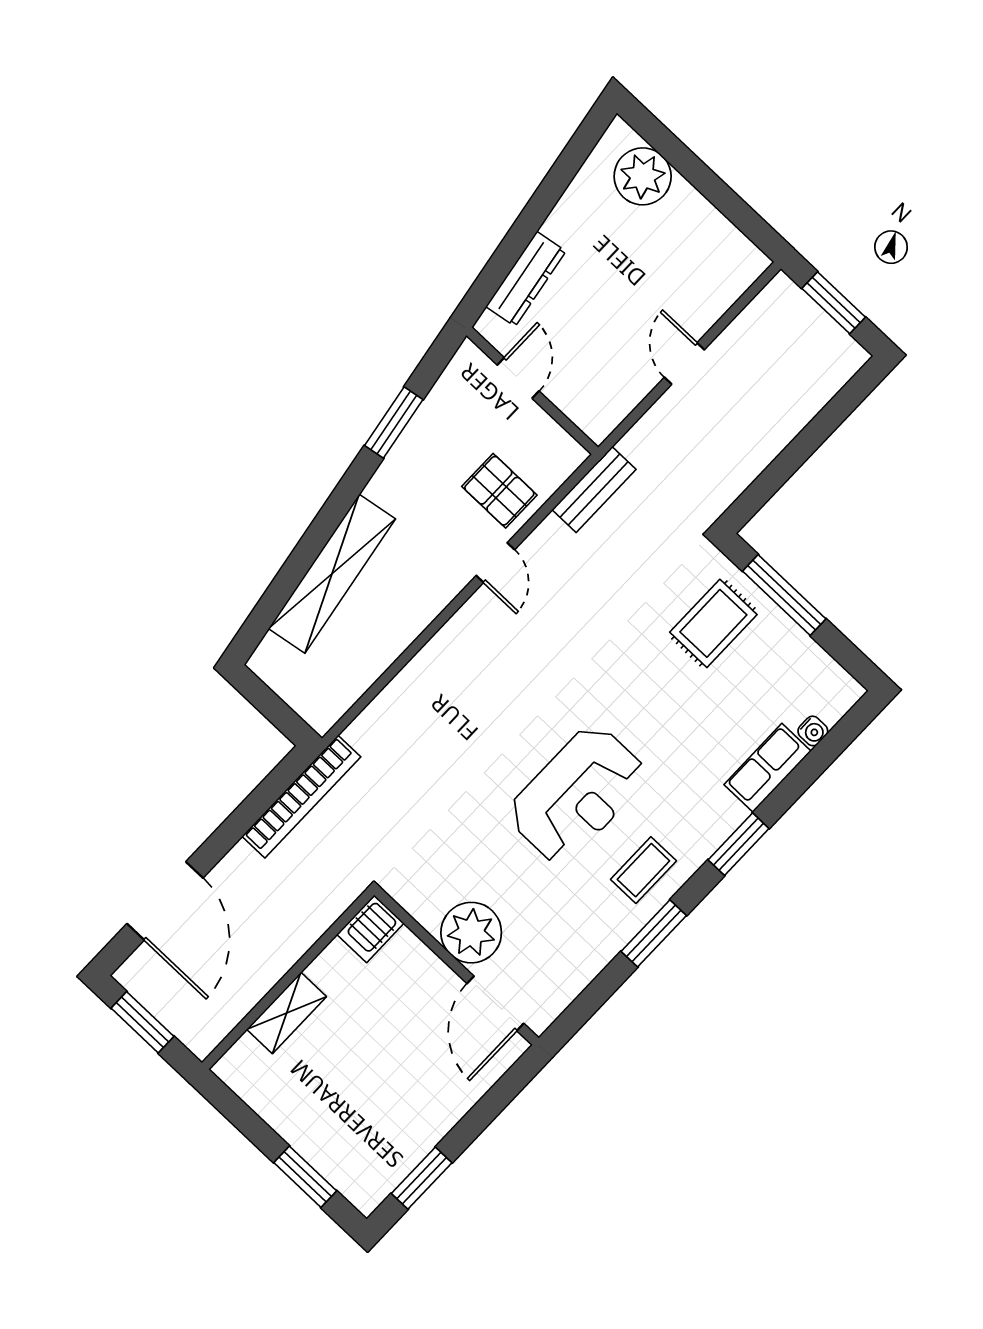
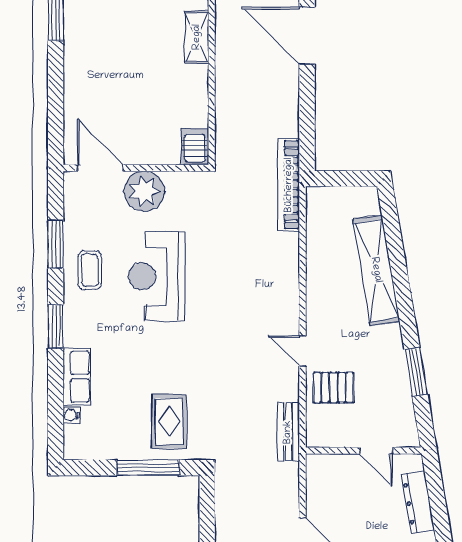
bookcase: (301, 797) -> (289, 185), moved
server rack: (370, 929) -> (195, 147), moved
plant: (471, 933) -> (144, 191), moved
wall: (456, 967) -> (136, 168), moved
door: (495, 1003) -> (100, 168), moved

